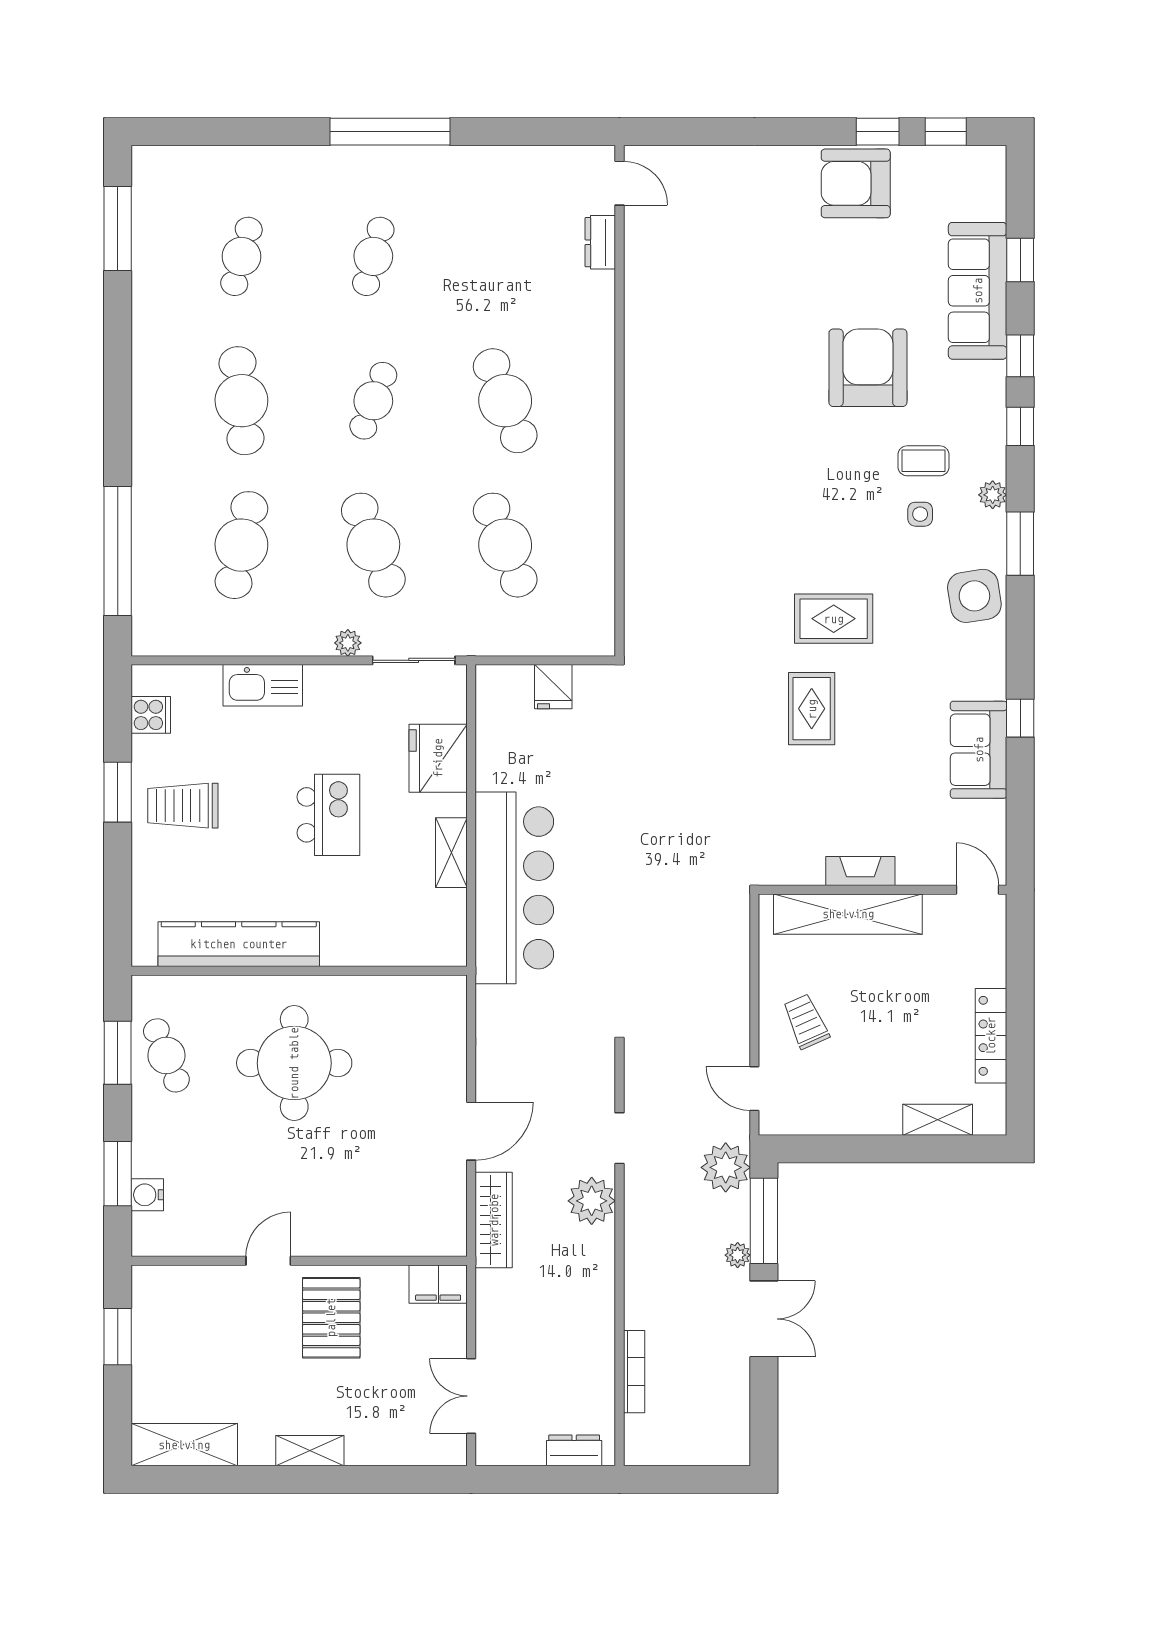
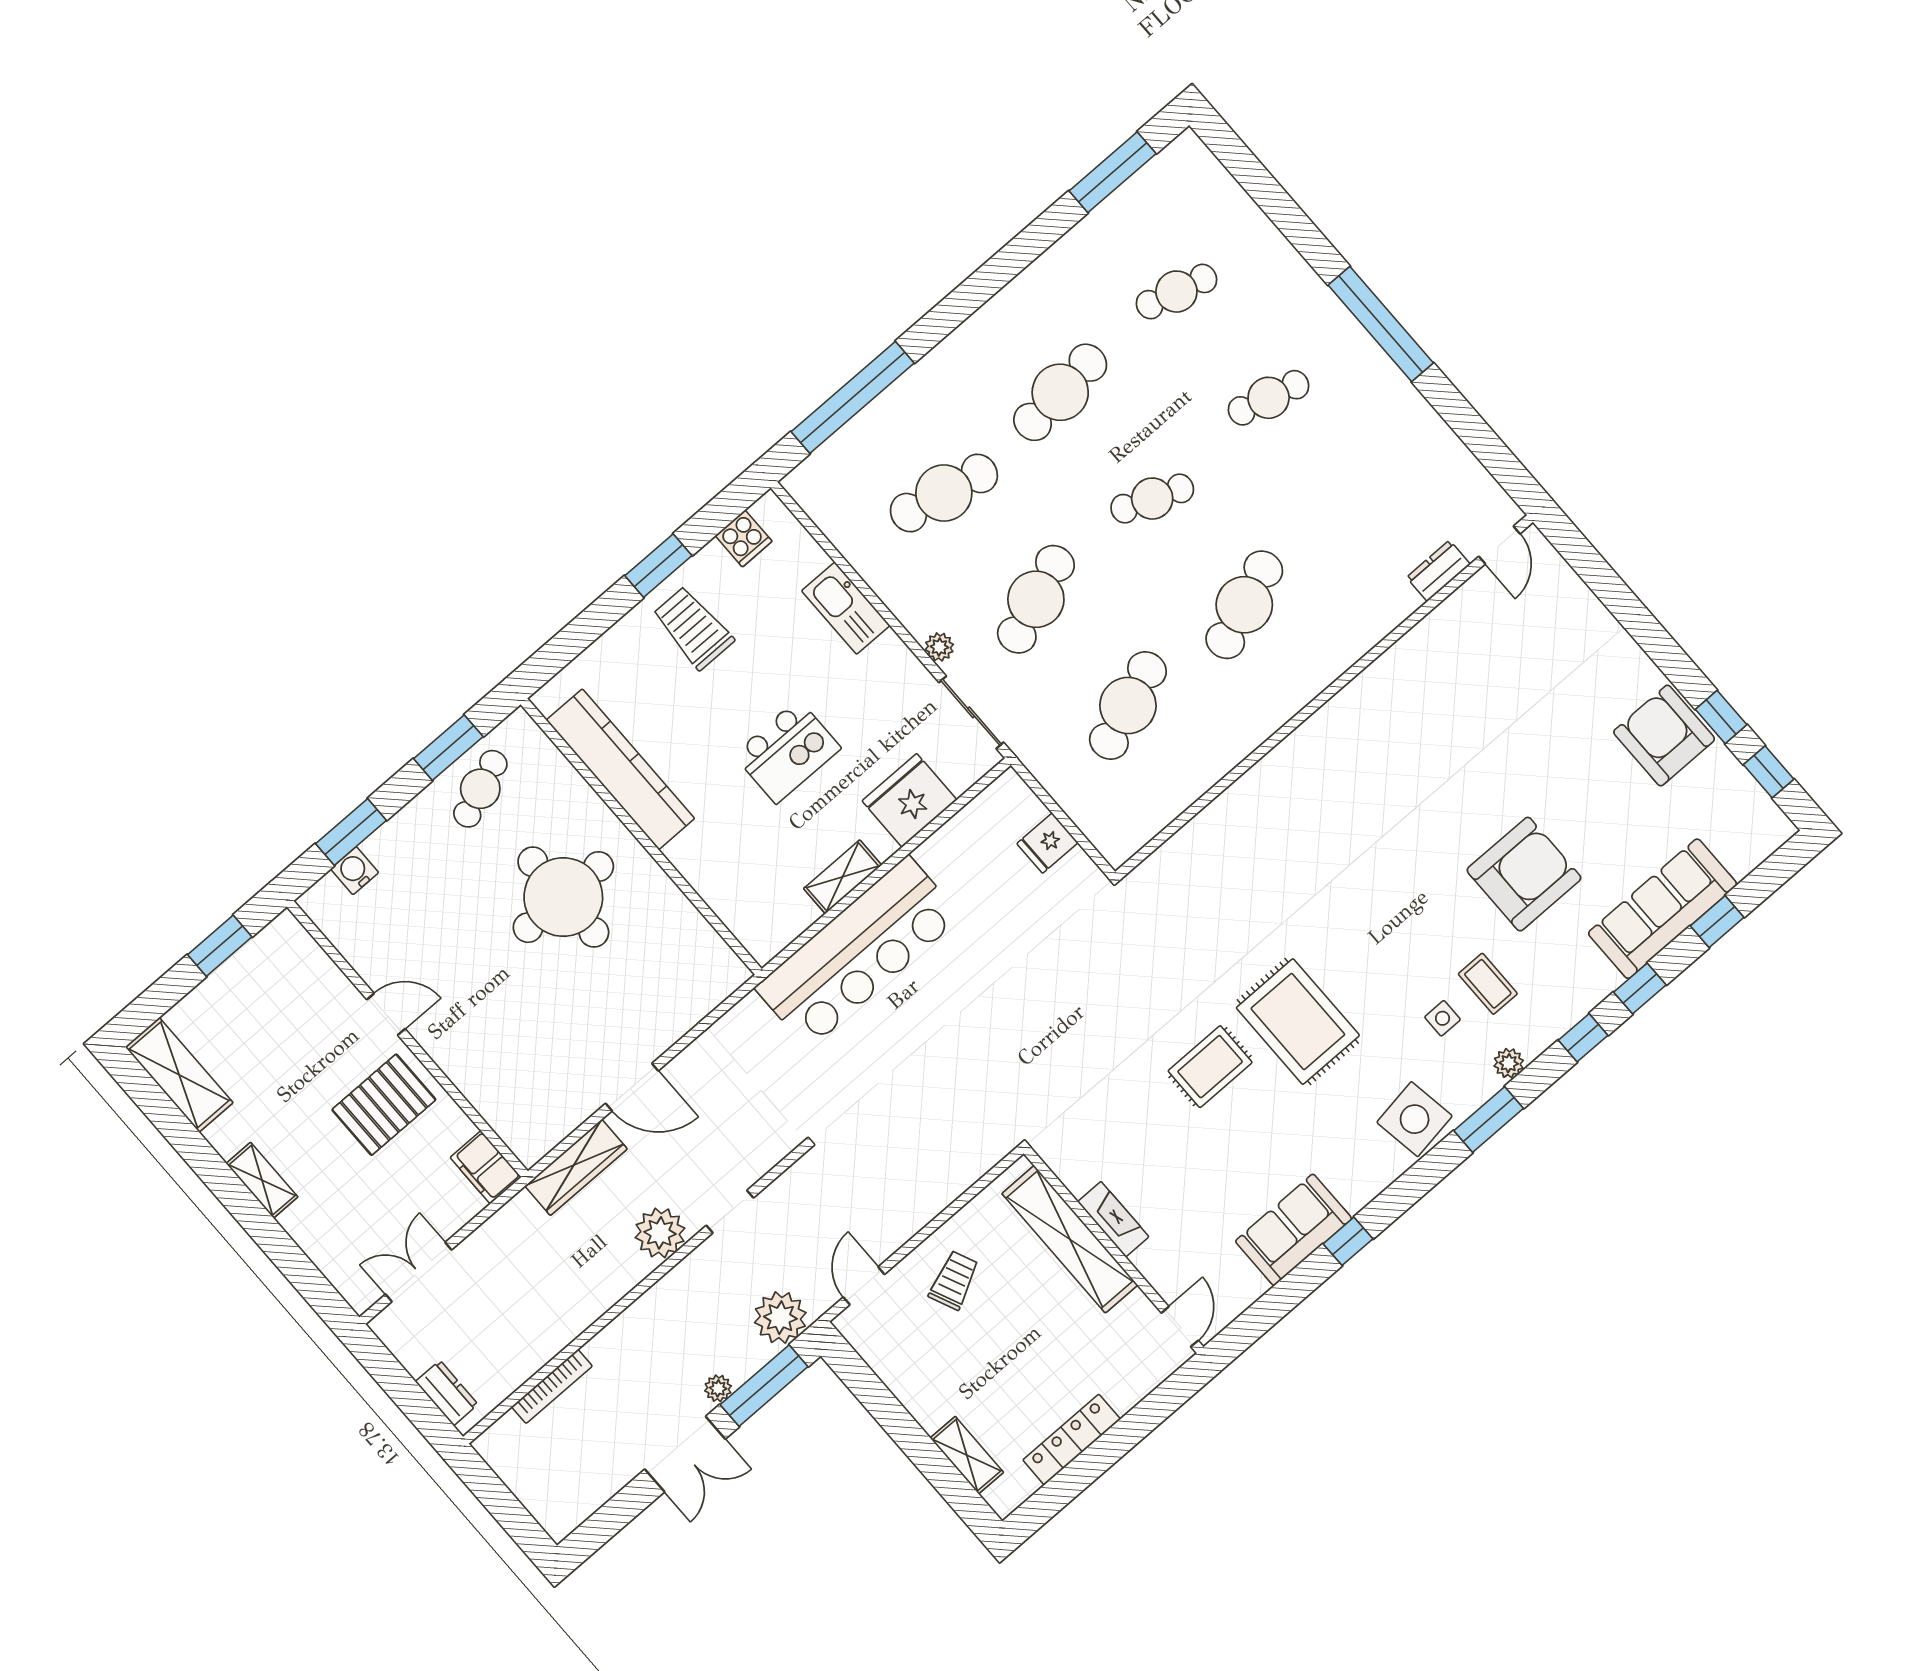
rug: (834, 619) -> (1298, 1022), width x1.36, depth x1.43

